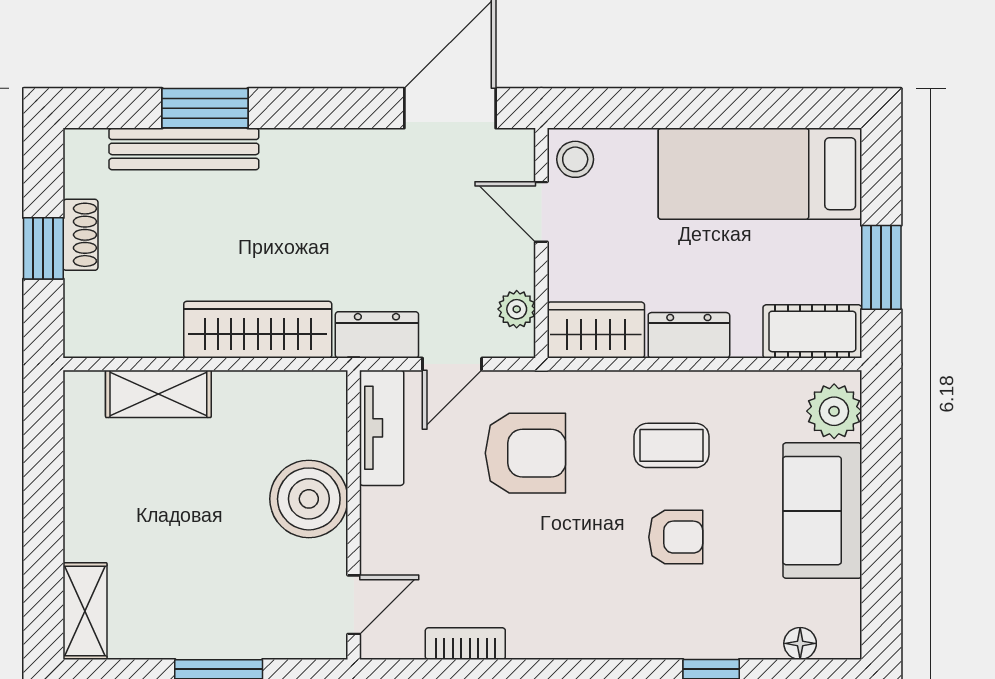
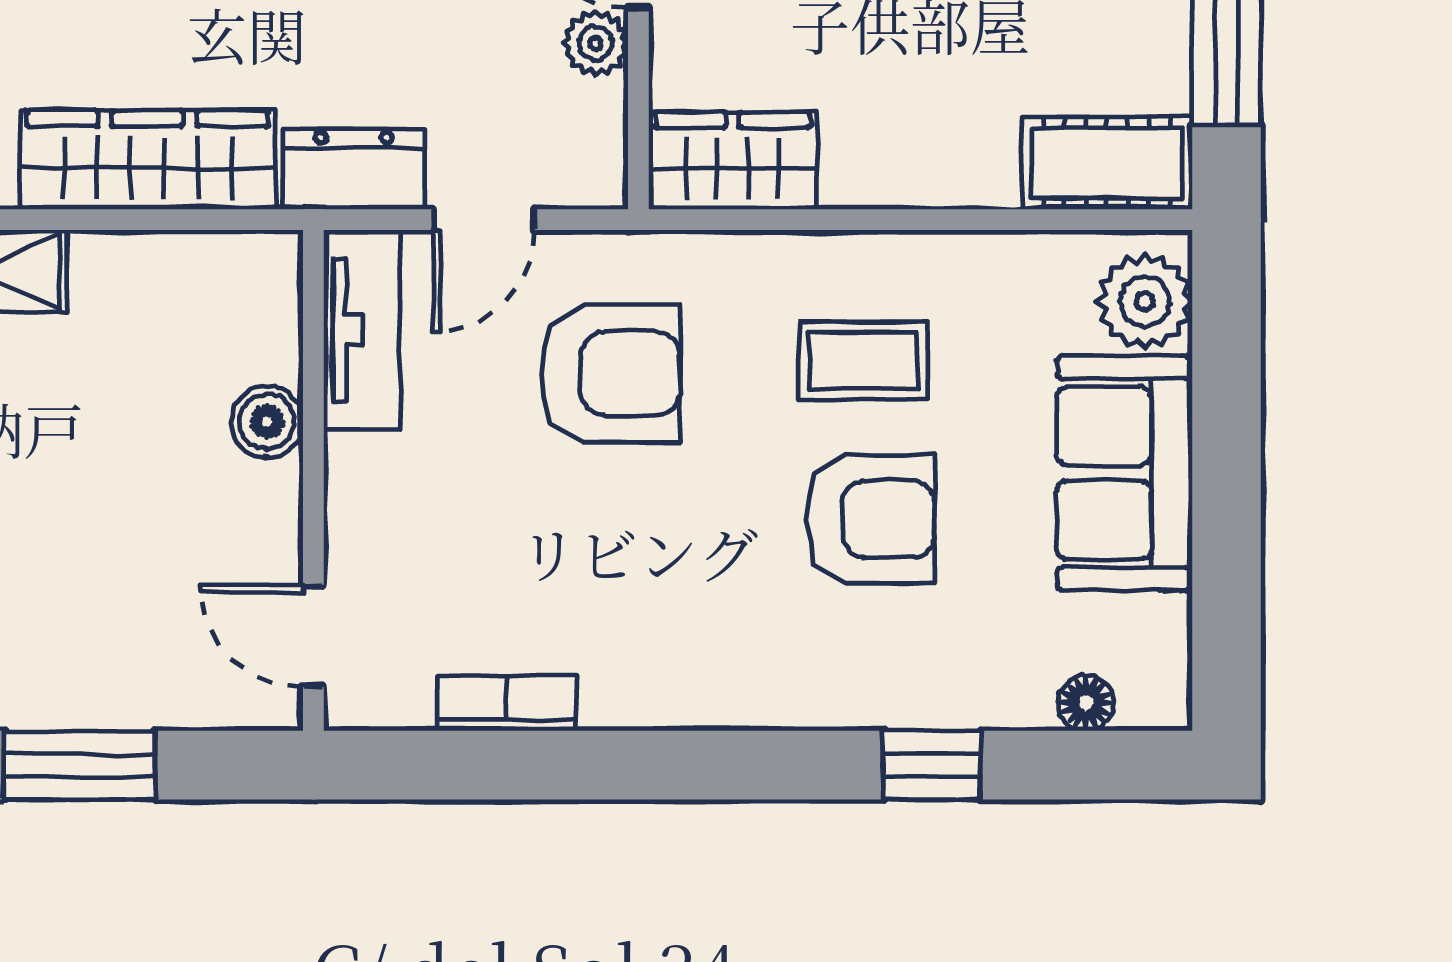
plant: (517, 309) -> (596, 43), moved
dresser: (689, 335) -> (894, 170), removed
boiler: (309, 499) -> (267, 422), width x0.54, depth x0.54
armchair: (676, 537) -> (871, 519), width x1.38, depth x1.38
door: (354, 605) -> (313, 636), swing flipped

